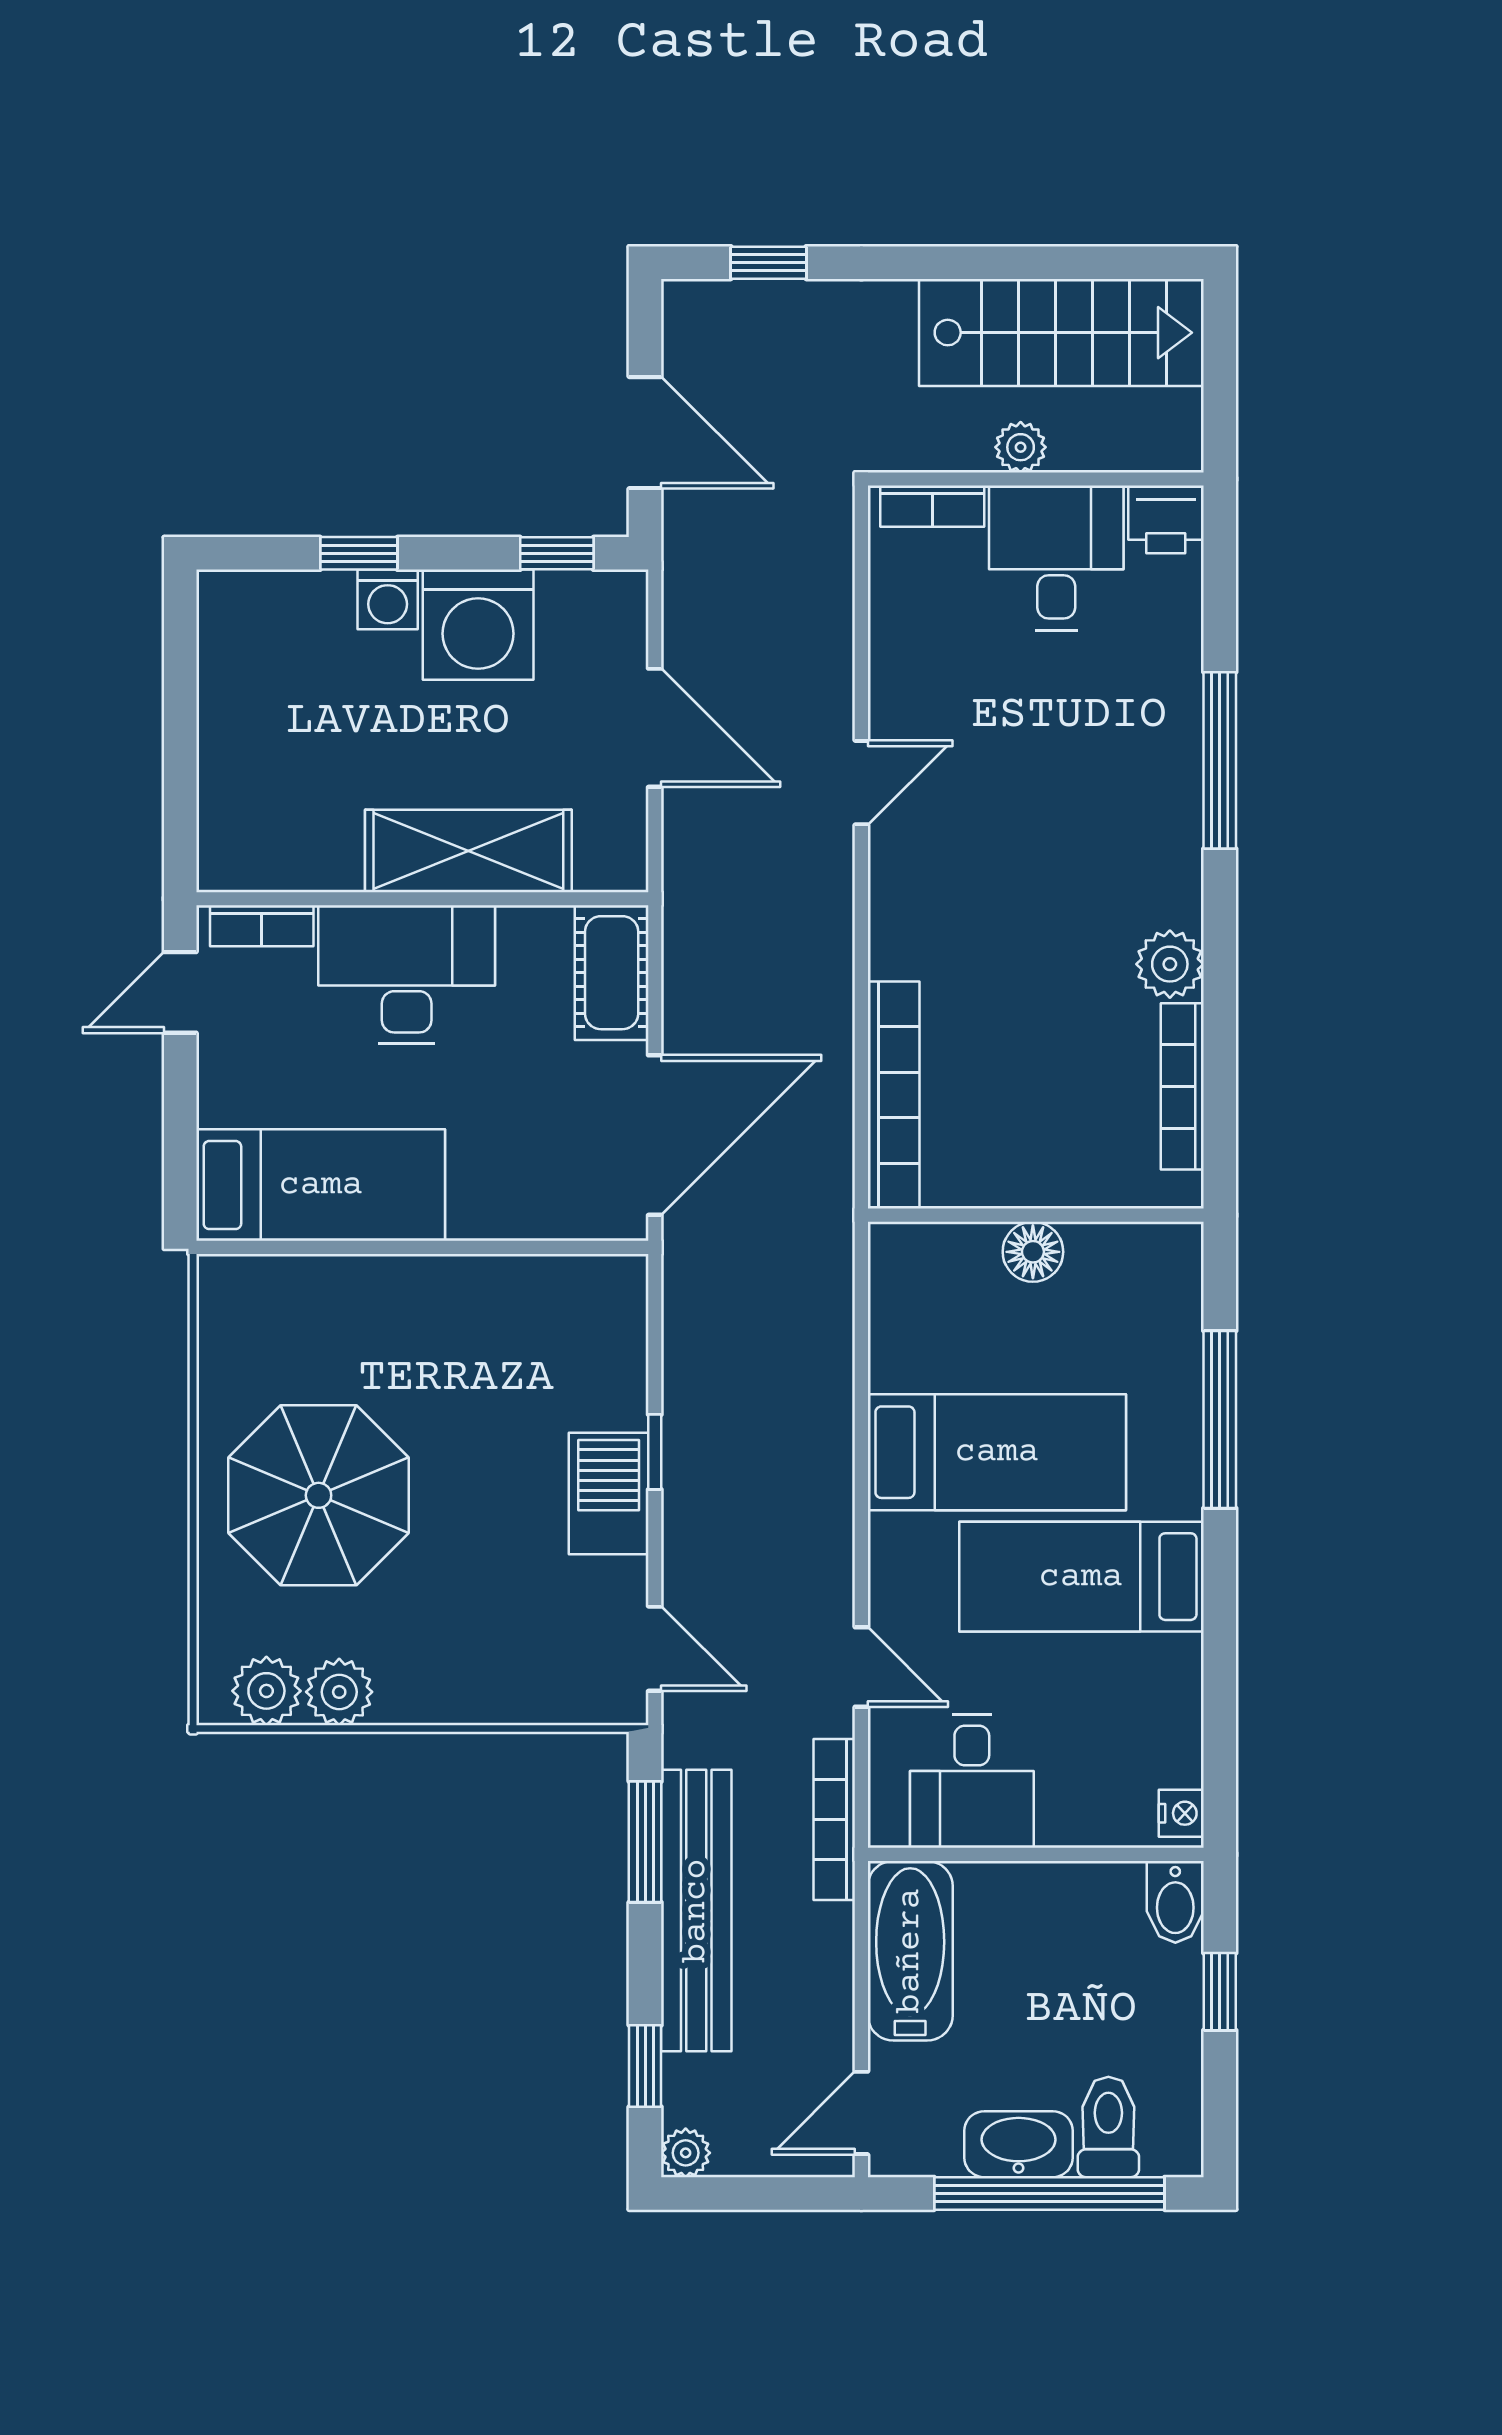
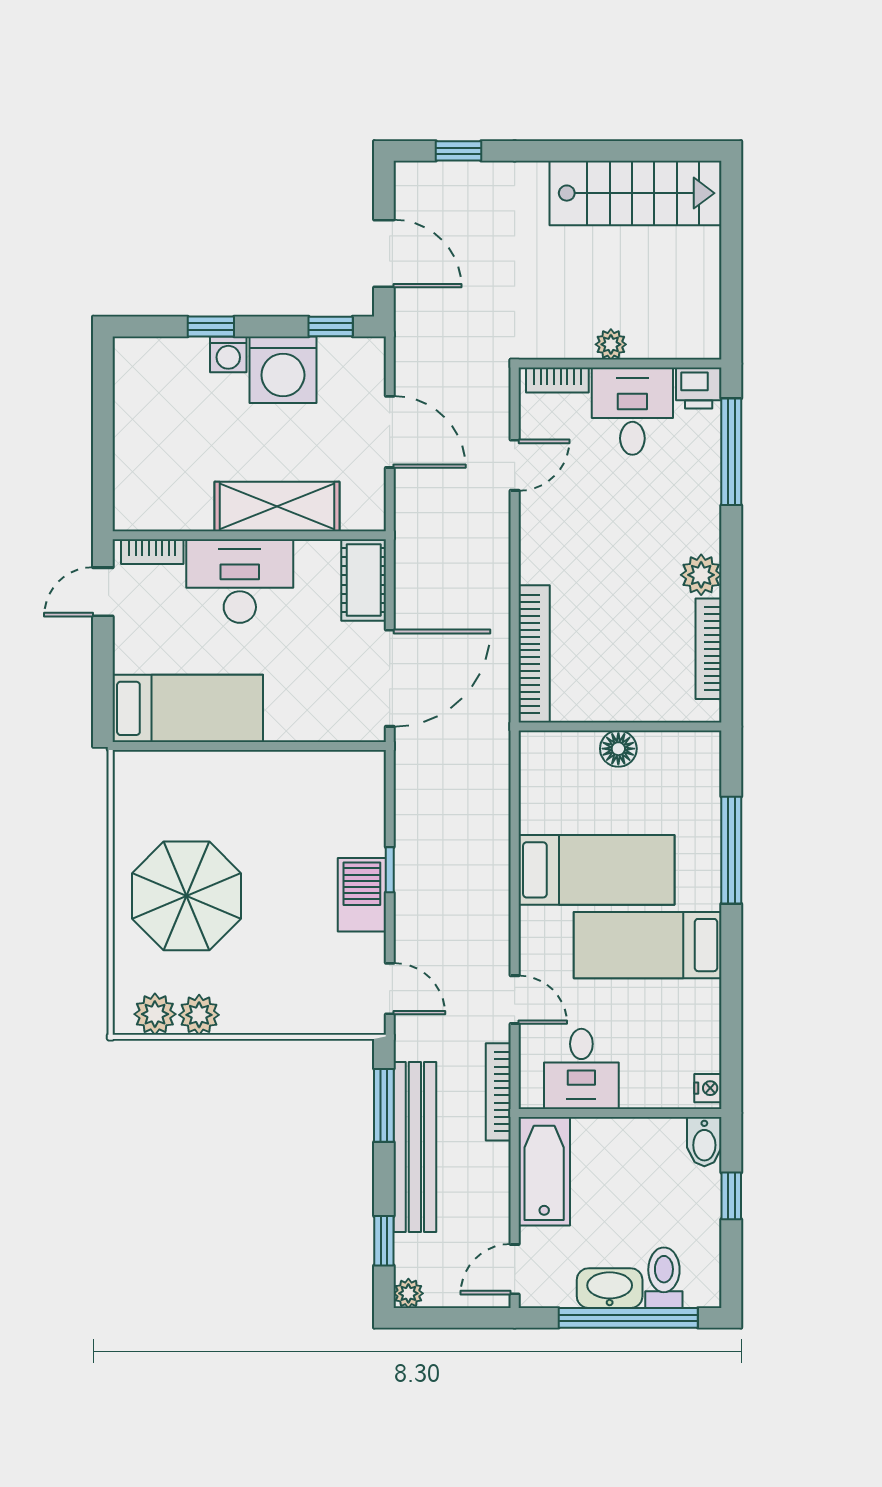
plant: (1021, 447) -> (611, 344), moved
wall: (1036, 479) -> (620, 364), moved
bookcase: (932, 506) -> (557, 380), moved
printer: (1166, 519) -> (699, 388), moved
desk: (1056, 558) -> (632, 411), moved

